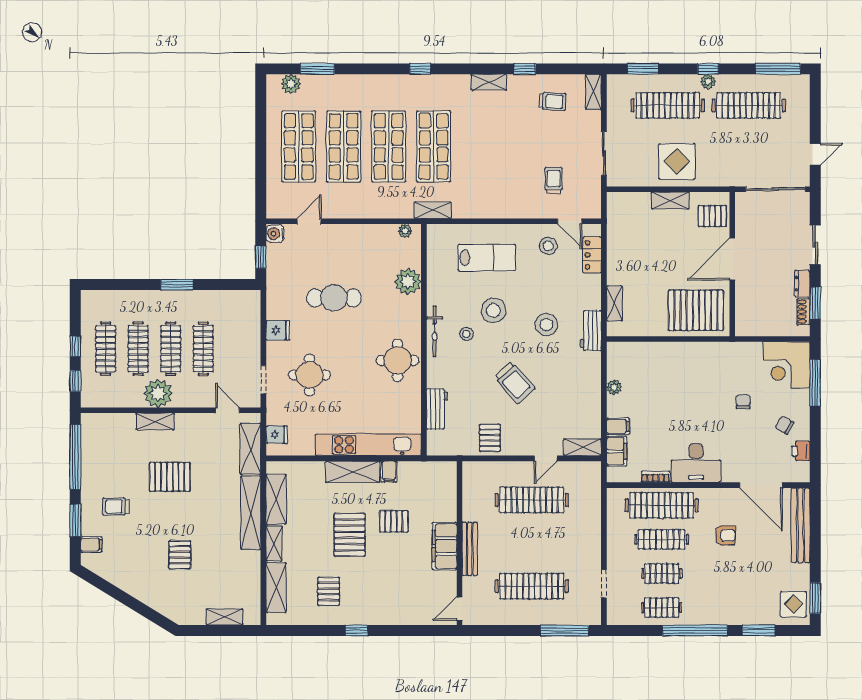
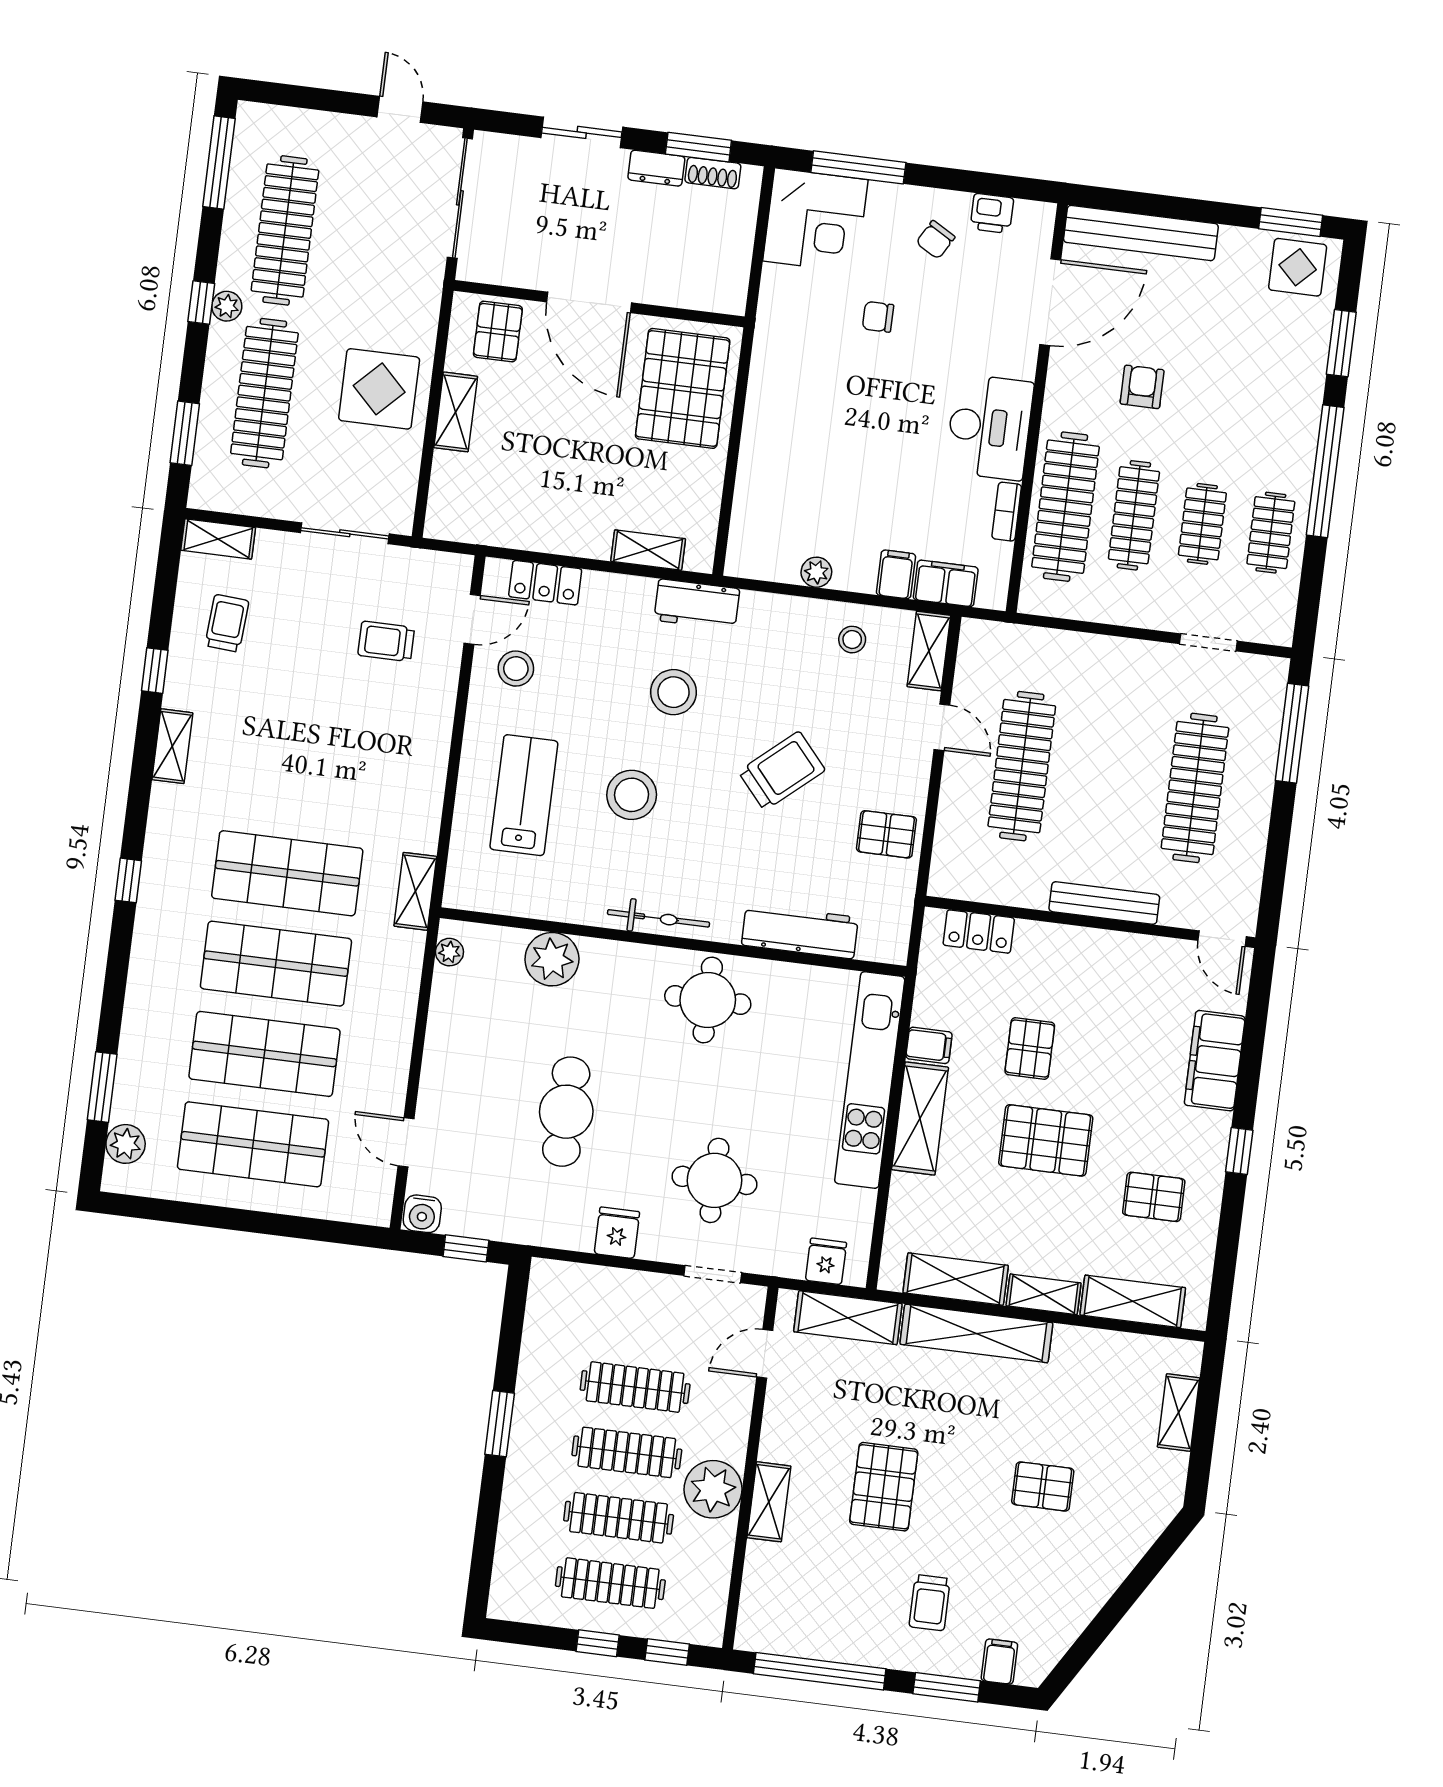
stool: (466, 334) -> (852, 640), moved
workbench: (437, 409) -> (800, 931), width x1.38
locker: (448, 489) -> (979, 931), added
filing cabinet: (445, 546) -> (1215, 1061), moved, turned 90

